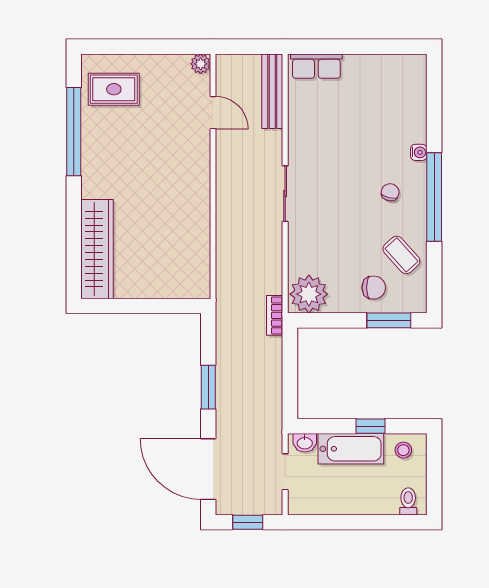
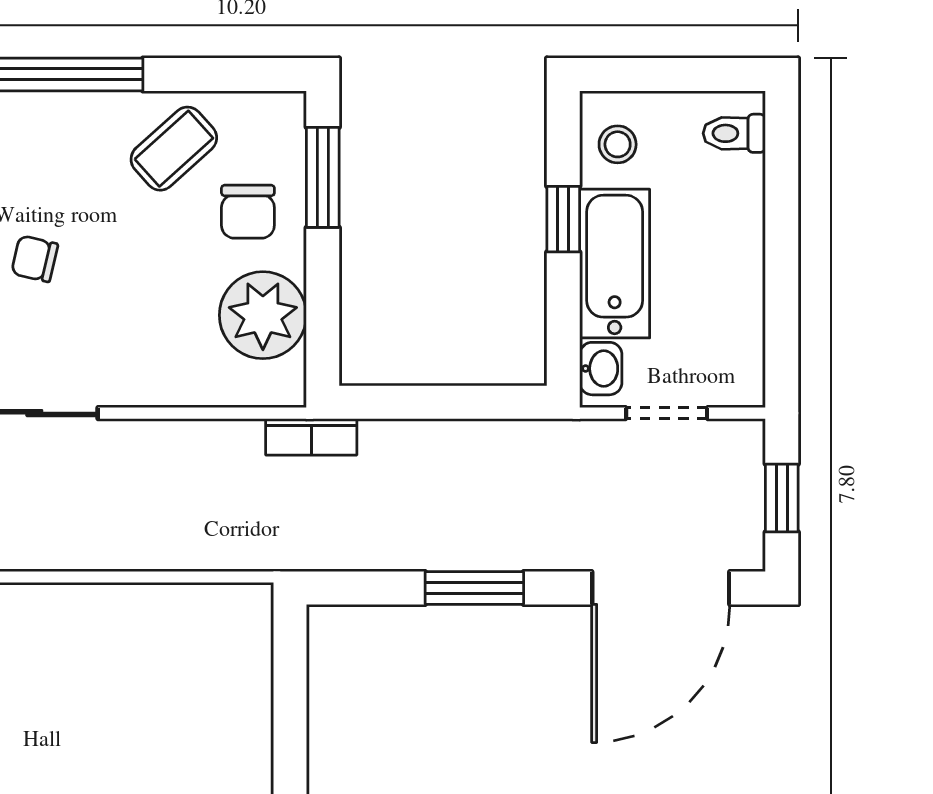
chair: (390, 192) -> (35, 259), moved
chair: (374, 288) -> (248, 212), turned 180
plant: (309, 294) -> (263, 315), moved

